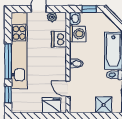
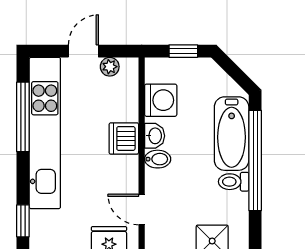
washbasin: (75, 18) -> (155, 136), moved
dishwasher: (59, 39) -> (124, 138), moved
window: (8, 62) -> (23, 117), moved

